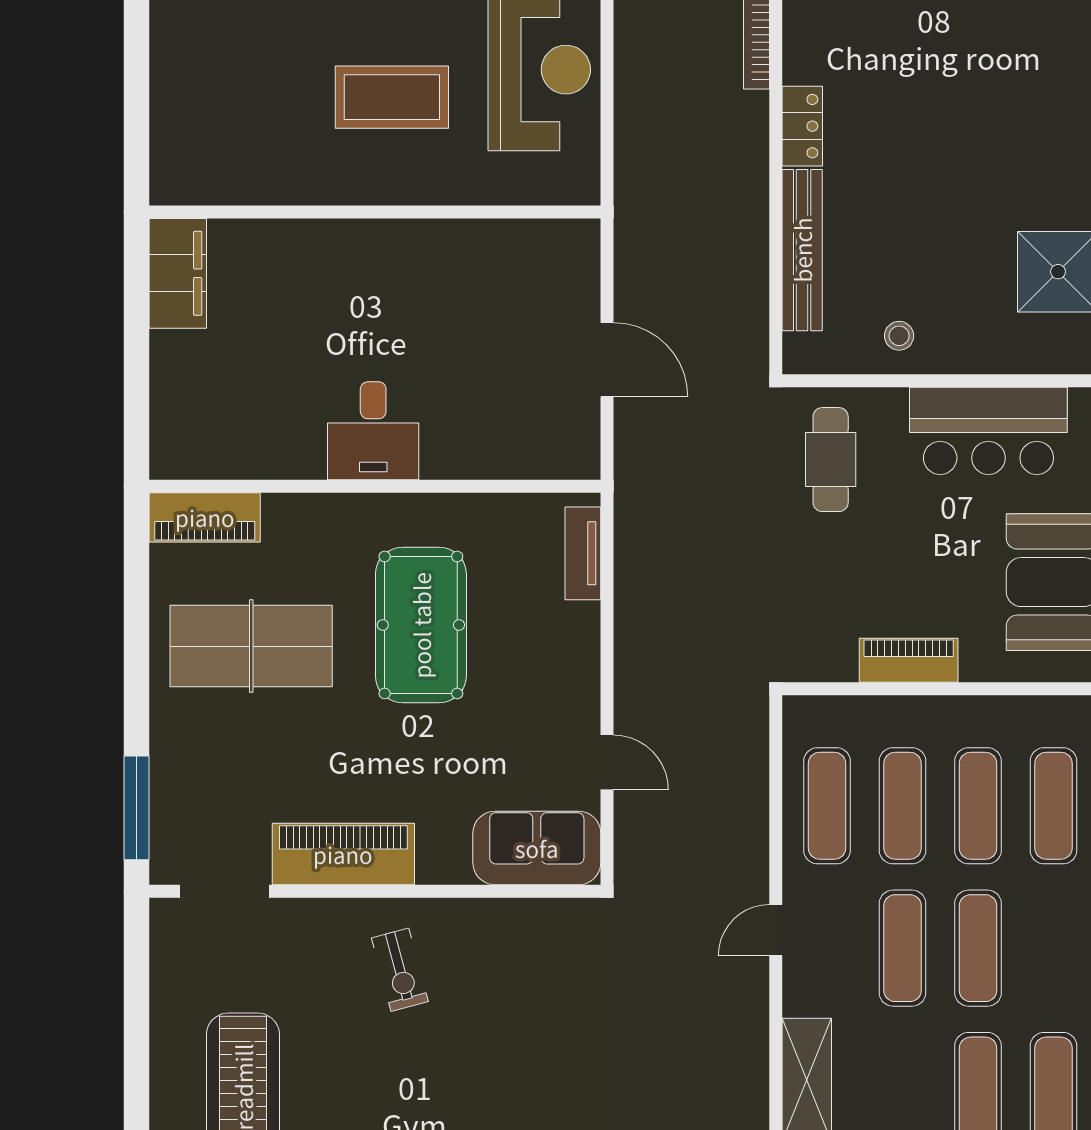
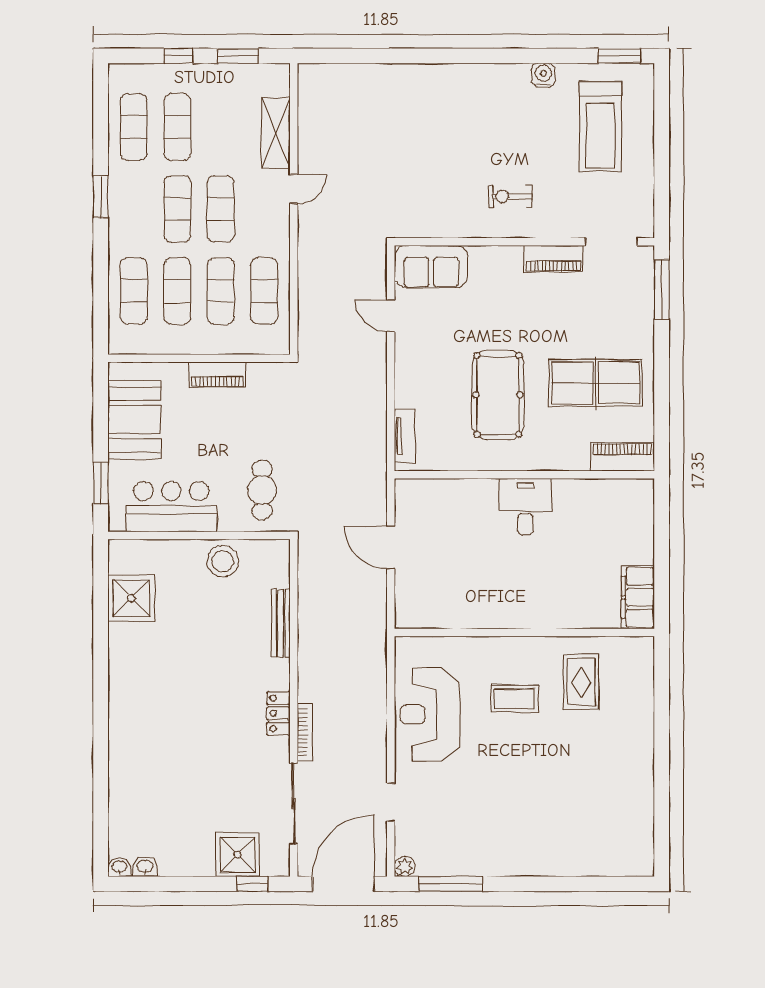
coffee table: (392, 97) -> (515, 699), width x0.73, depth x0.76
rug: (276, 126) -> (581, 682), added
locker: (802, 126) -> (278, 713), moved
bench: (802, 250) -> (281, 623), width x0.73, depth x0.82
stool: (899, 336) -> (223, 561), width x1.89, depth x1.89
piano: (343, 854) -> (553, 259), width x0.73, depth x0.75
door: (776, 930) -> (294, 189), moved
exercise bike: (400, 970) -> (510, 196), turned -75

